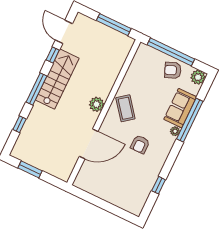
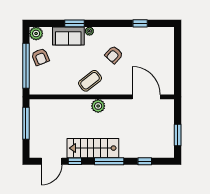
window: (190, 120) -> (74, 23), width x0.47
door: (89, 144) -> (146, 97), moved
armchair: (140, 144) -> (114, 55), turned 132

